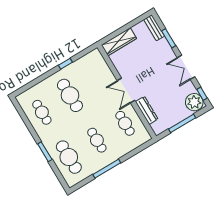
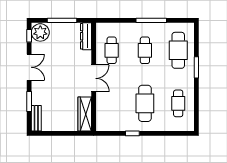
wardrobe: (119, 42) -> (85, 114), moved, turned -90
dresser: (147, 110) -> (86, 36), moved

